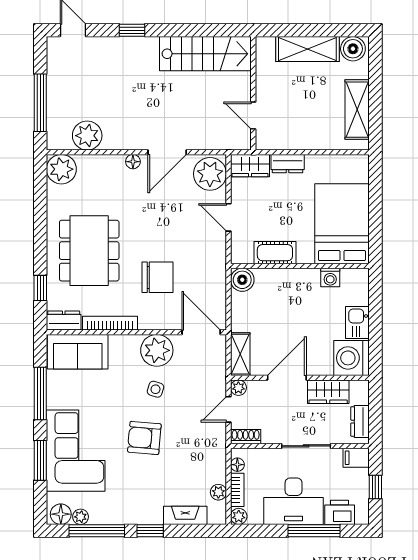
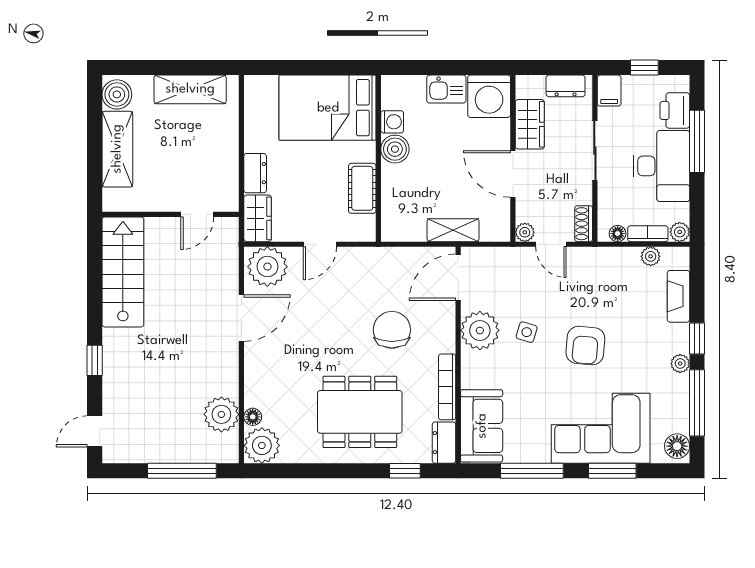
door: (167, 152) -> (241, 318), hinge flipped
floor lamp: (133, 162) -> (253, 417), moved
boiler: (242, 280) -> (395, 149), moved
shelving: (240, 354) -> (453, 230), moved
plant: (81, 517) -> (680, 363), moved

